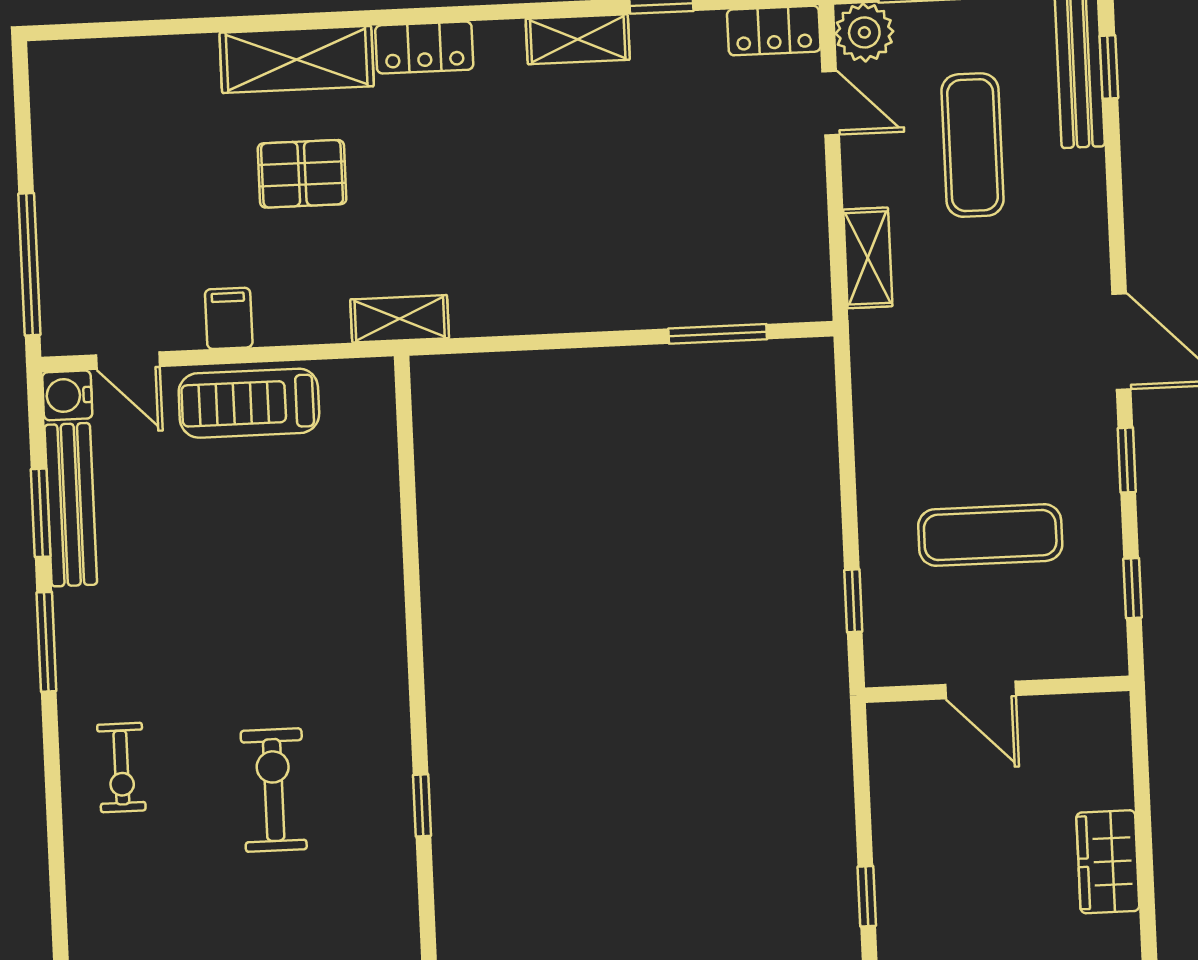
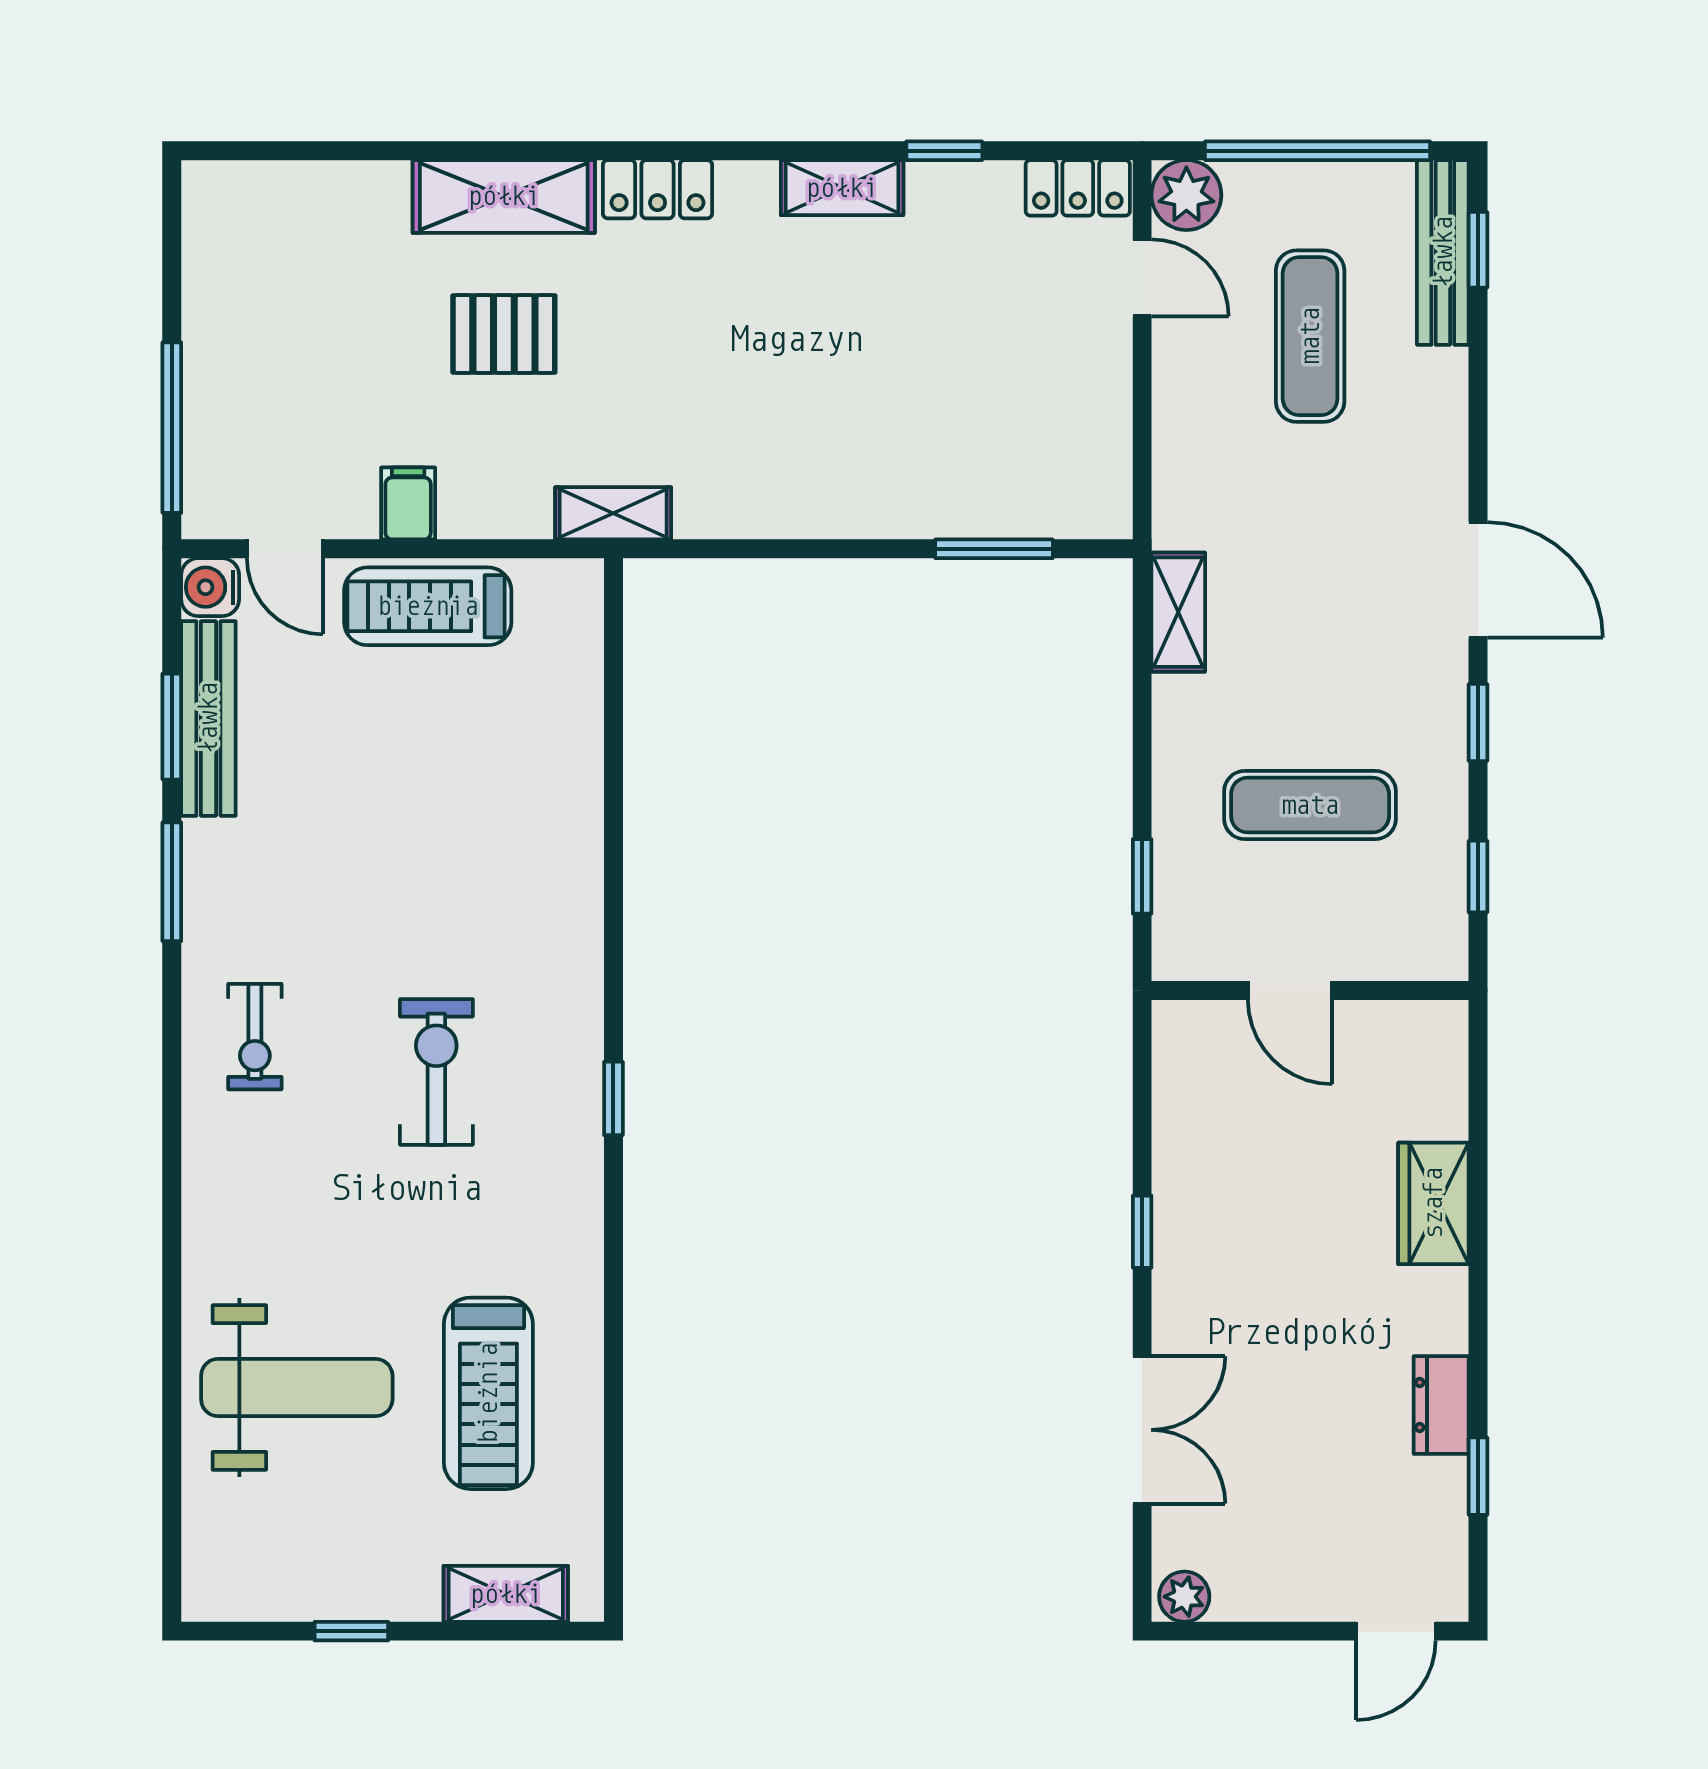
shelving: (868, 258) -> (1178, 612), moved

